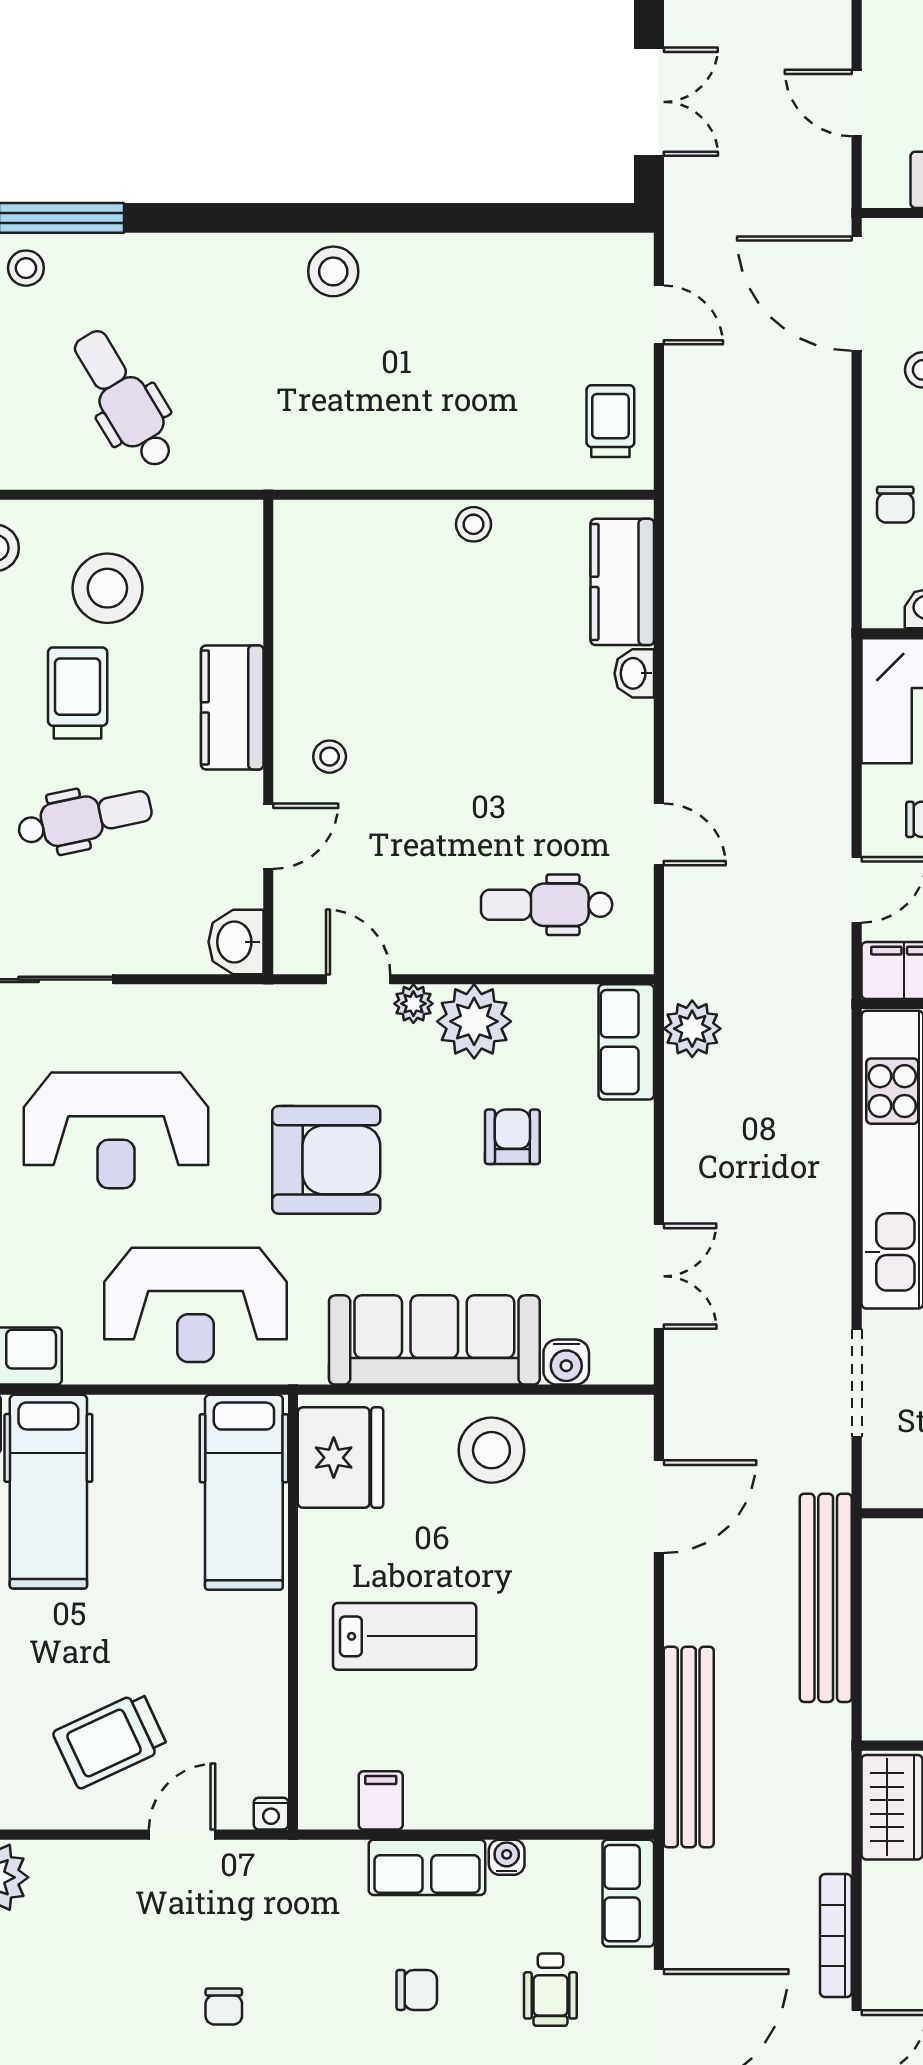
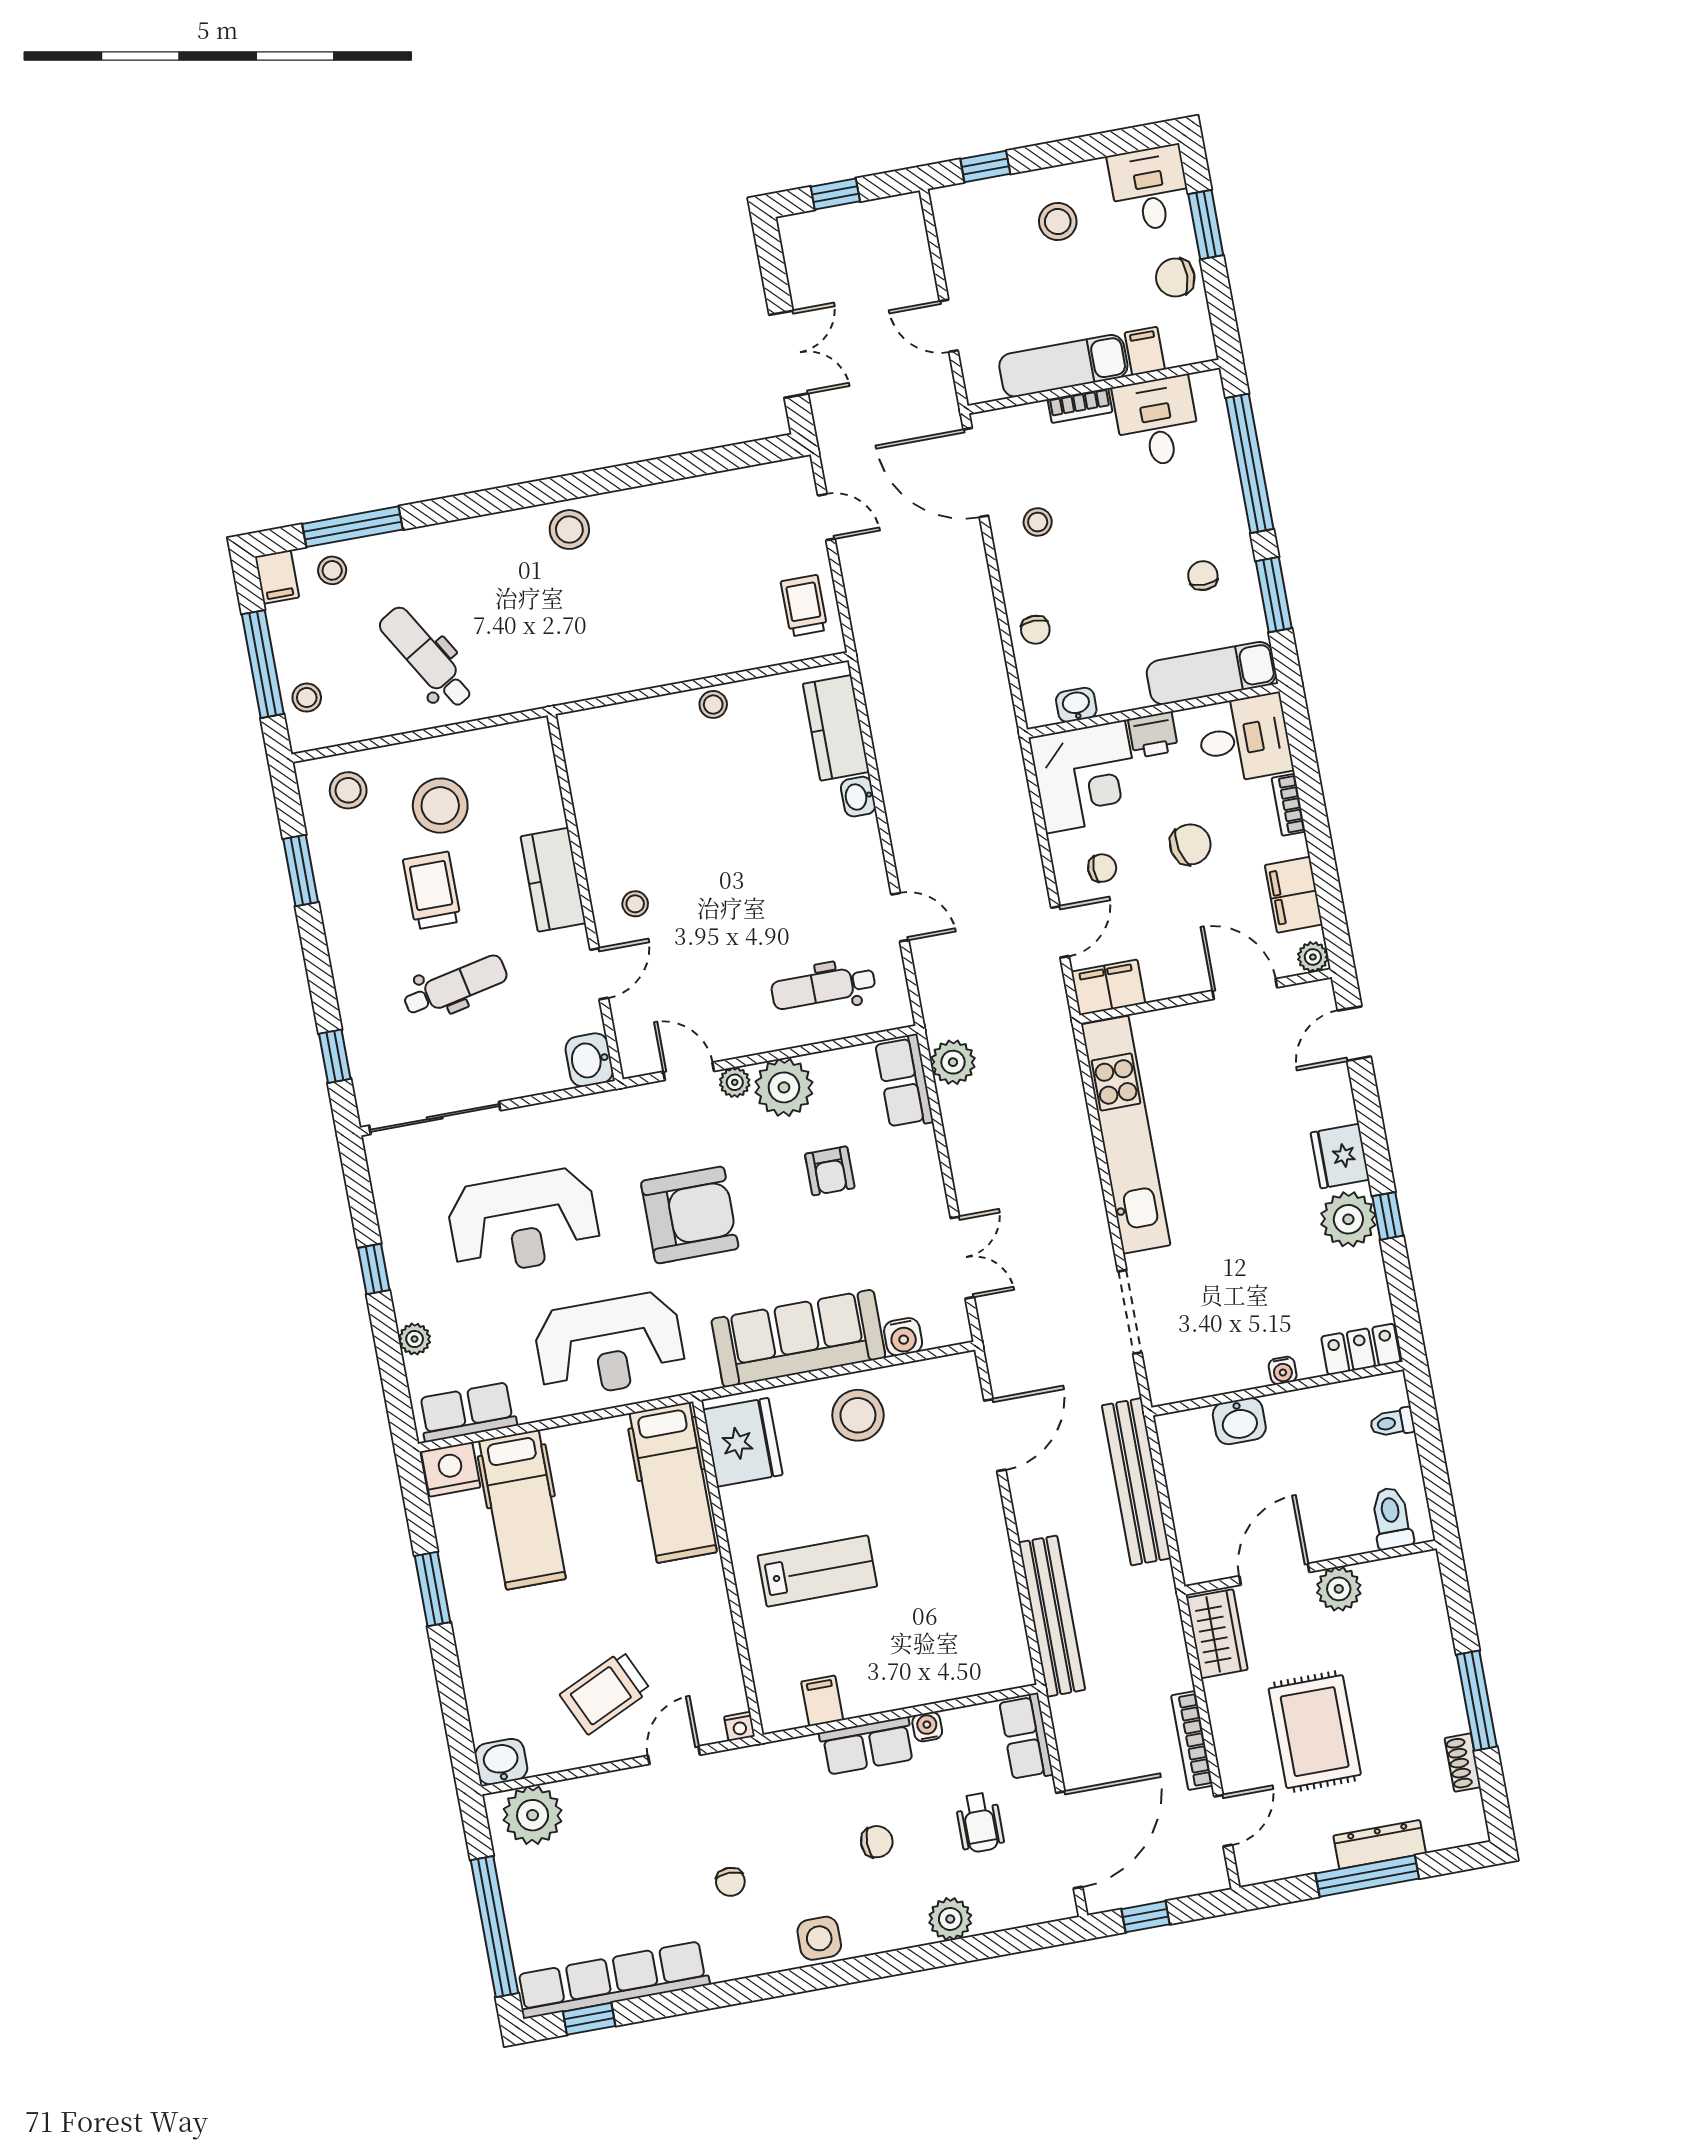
armchair: (512, 1137) -> (830, 1171), turned 180

